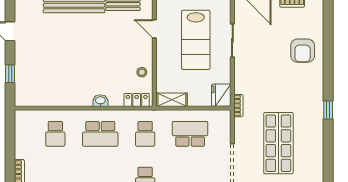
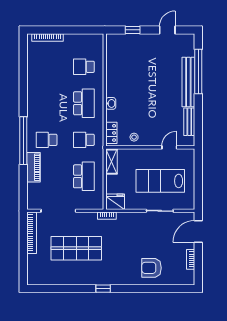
school desk: (100, 134) -> (84, 103), turned 180

